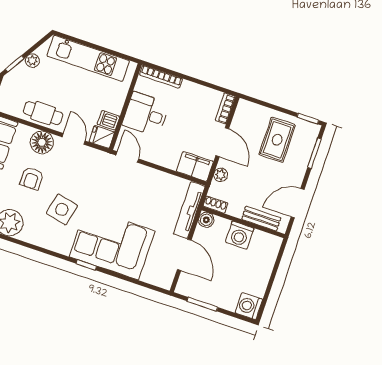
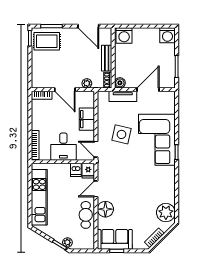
plant: (32, 61) -> (67, 242), moved
rug: (277, 140) -> (47, 41), moved
door: (222, 142) -> (65, 90), swing flipped
door: (127, 157) -> (96, 149), hinge flipped
filing cabinet: (195, 166) -> (87, 119), moved
armchair: (32, 178) -> (132, 208), removed
side table: (62, 209) -> (122, 134), moved
tv unit: (189, 210) -> (123, 96), width x0.71
bench: (261, 219) -> (107, 58), moved
washing machine: (240, 235) -> (124, 35), moved, turned 90

